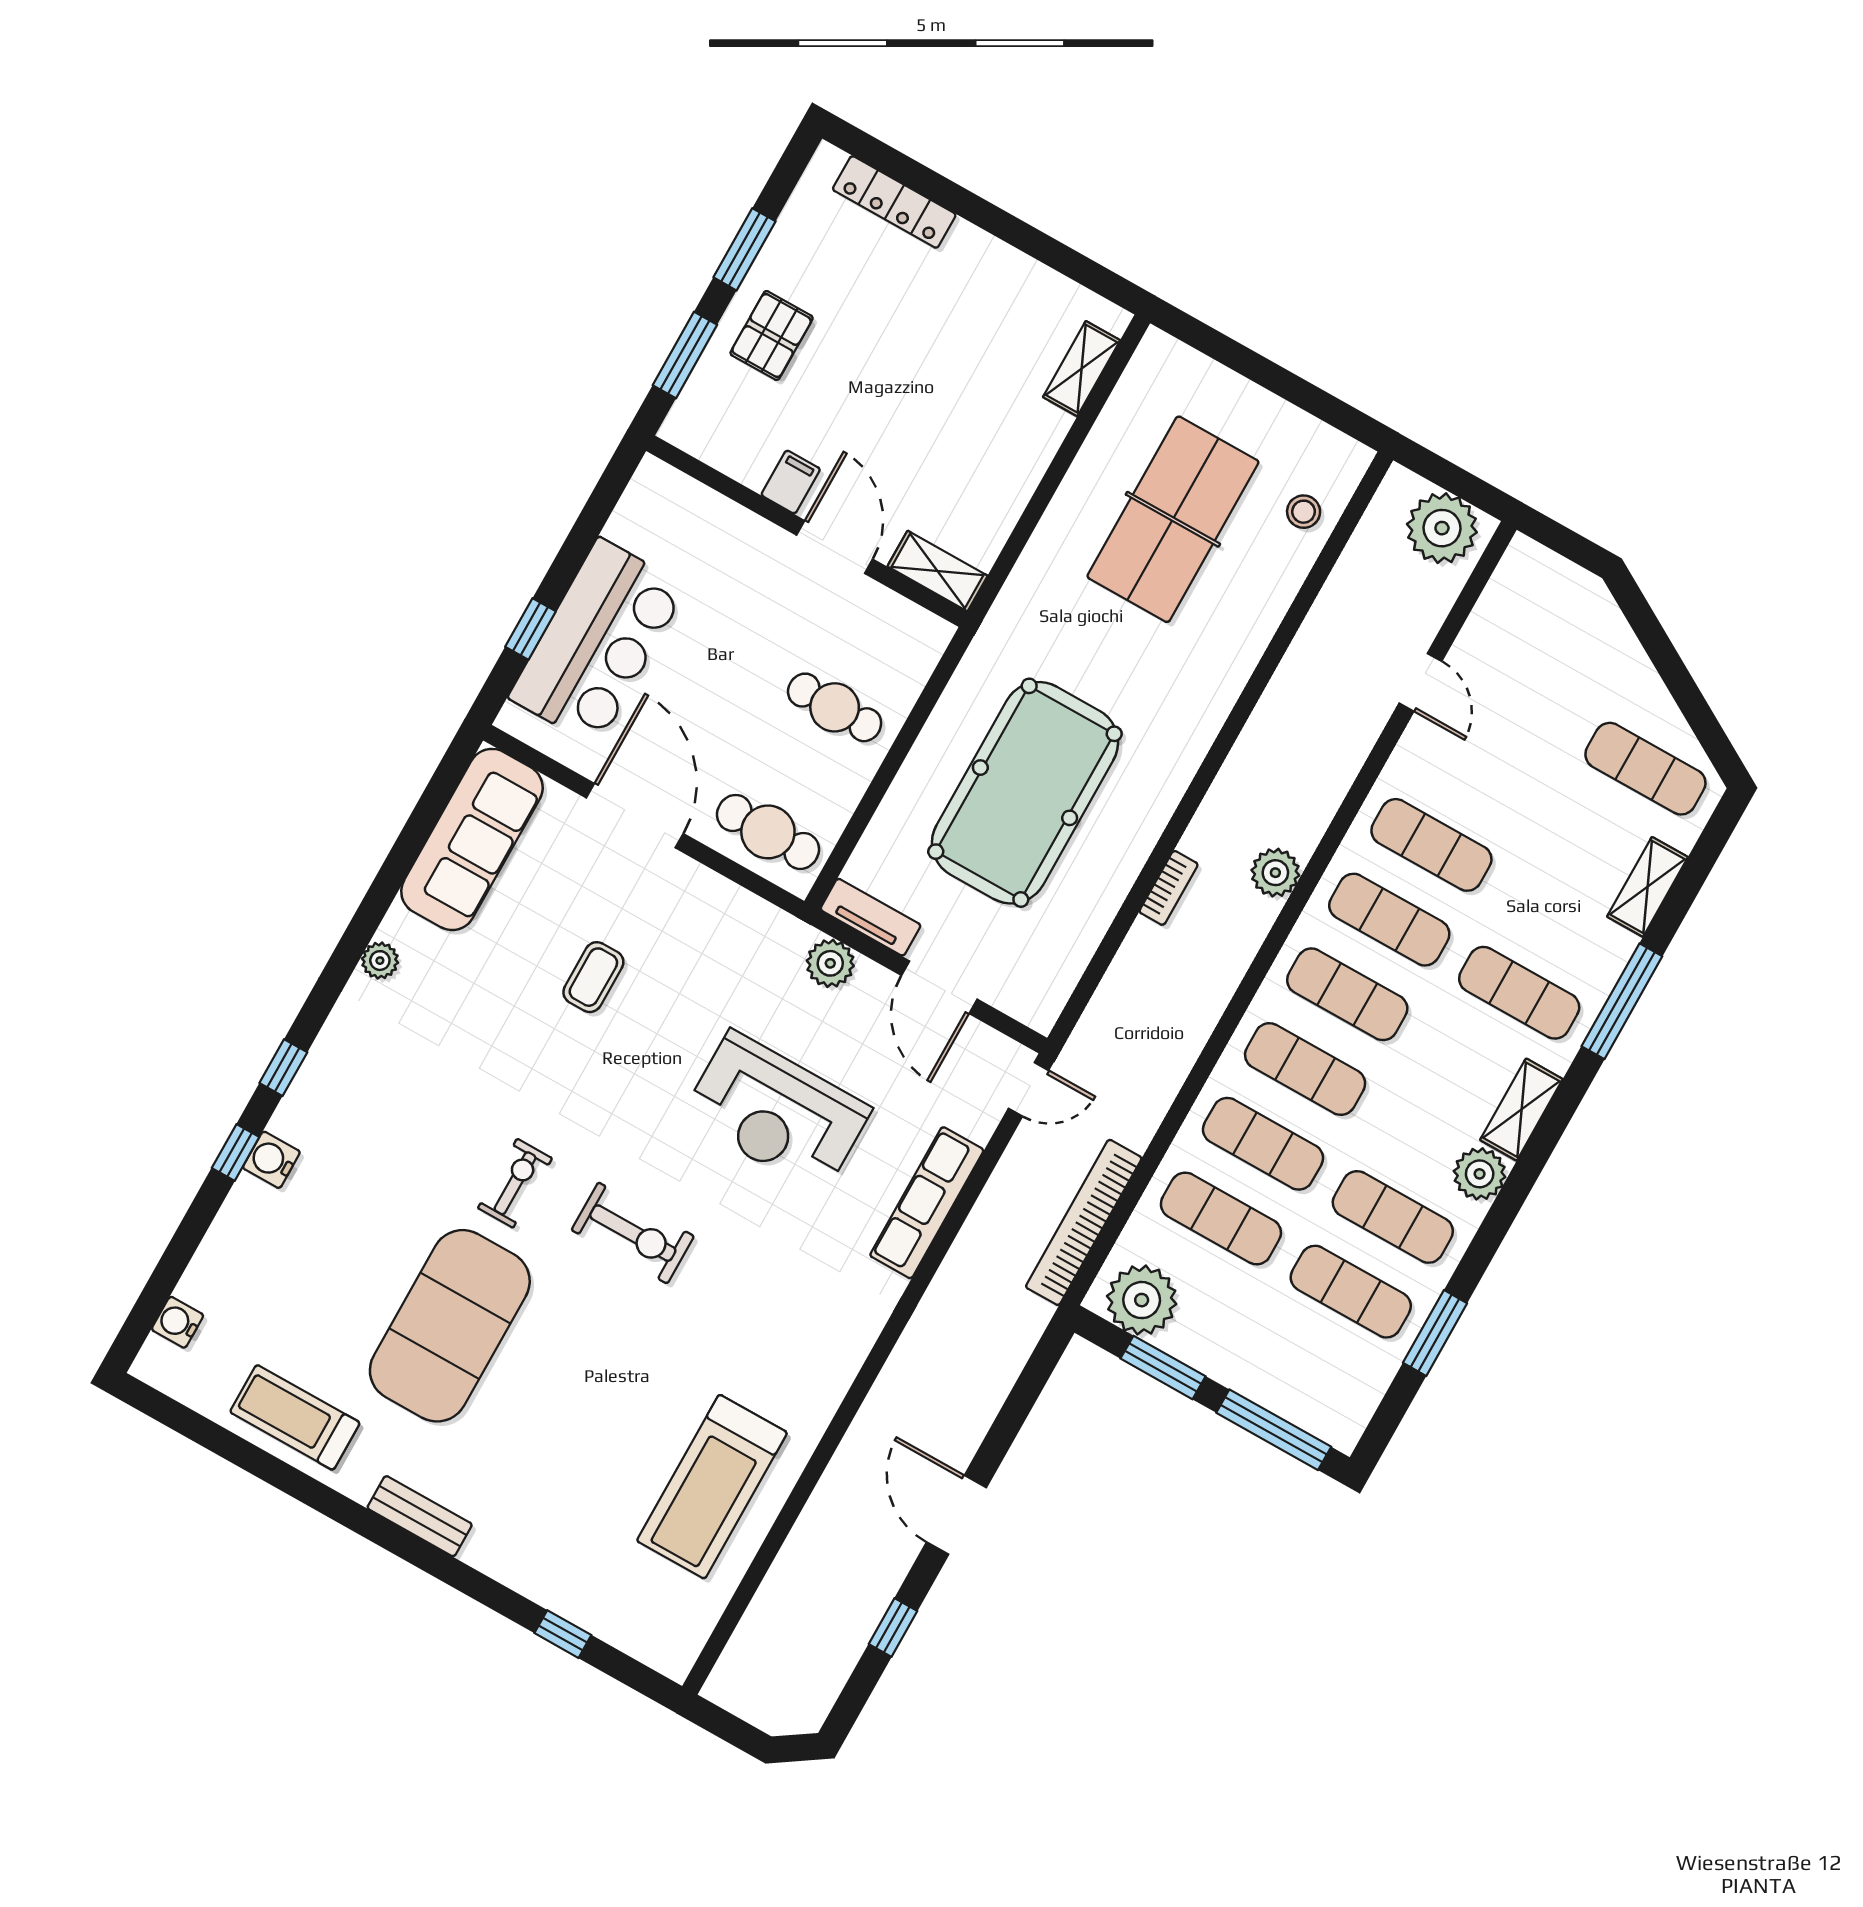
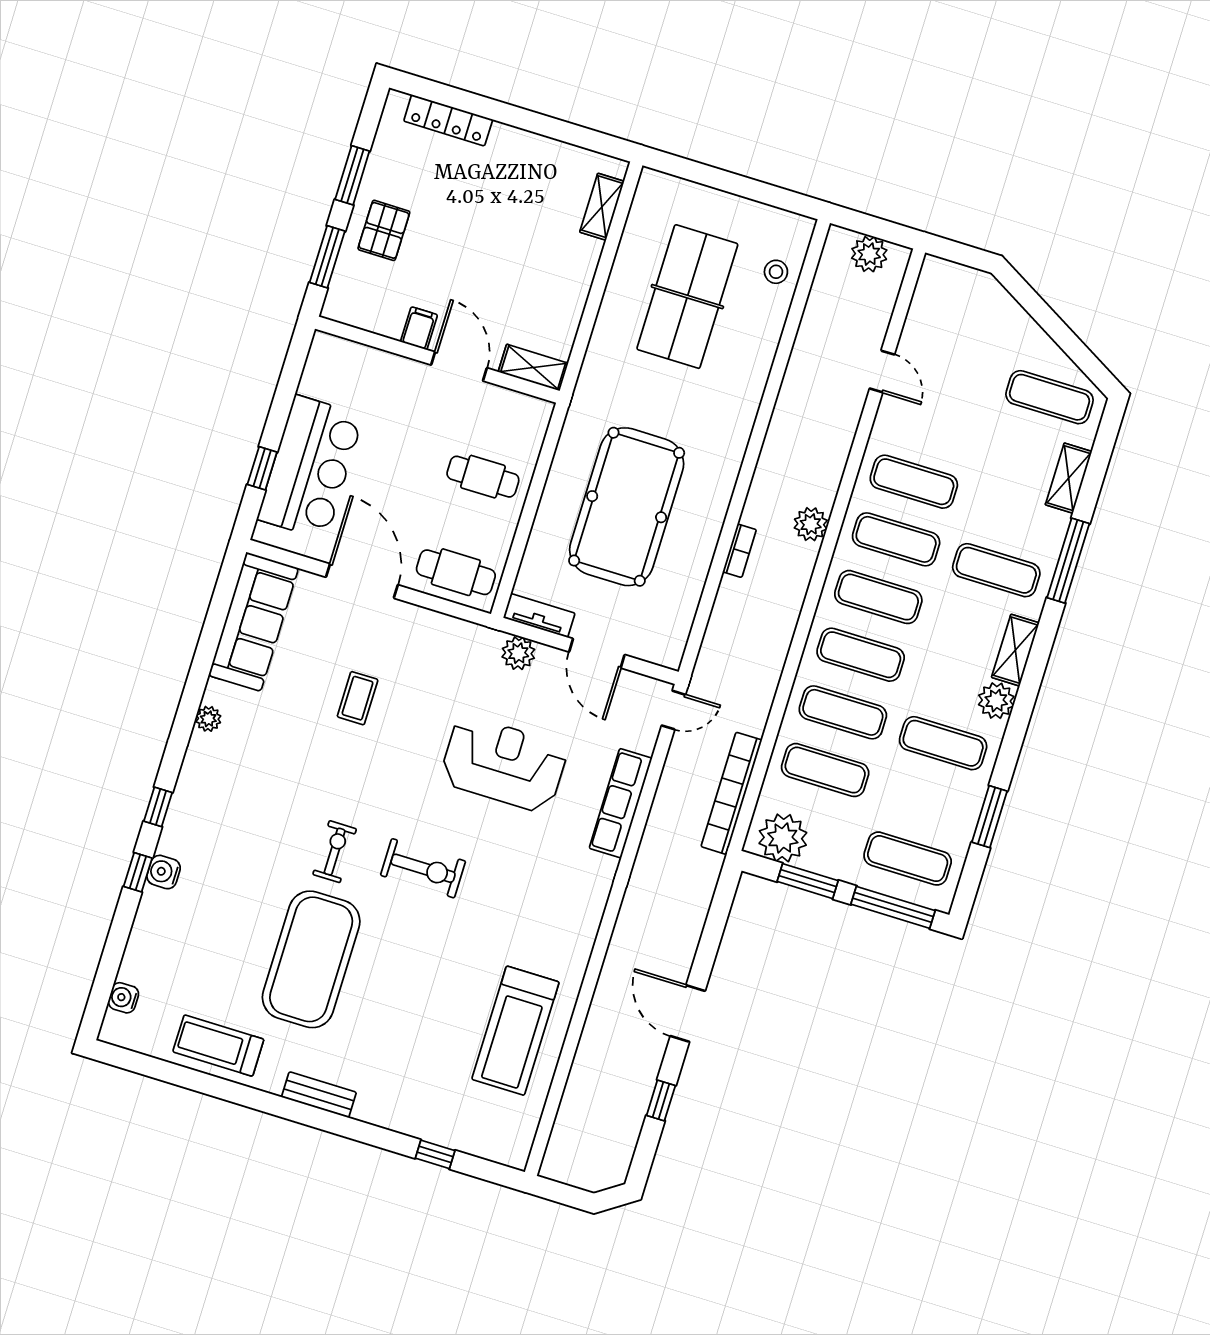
plant: (1442, 528) -> (869, 254), width x0.73, depth x0.73
reception desk: (776, 1113) -> (504, 764), turned 180
exercise mat: (1351, 1292) -> (908, 859), moved

